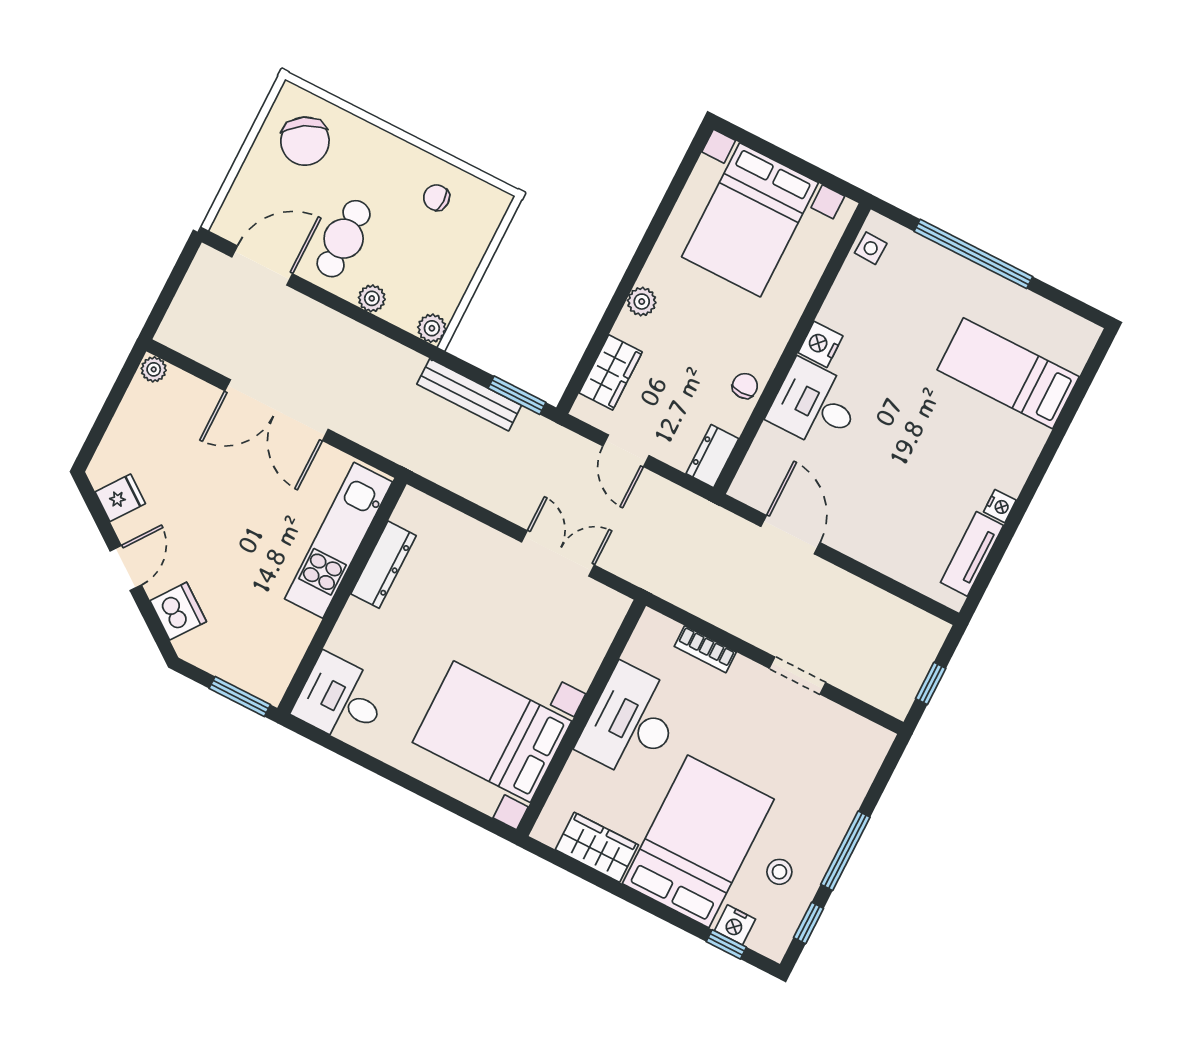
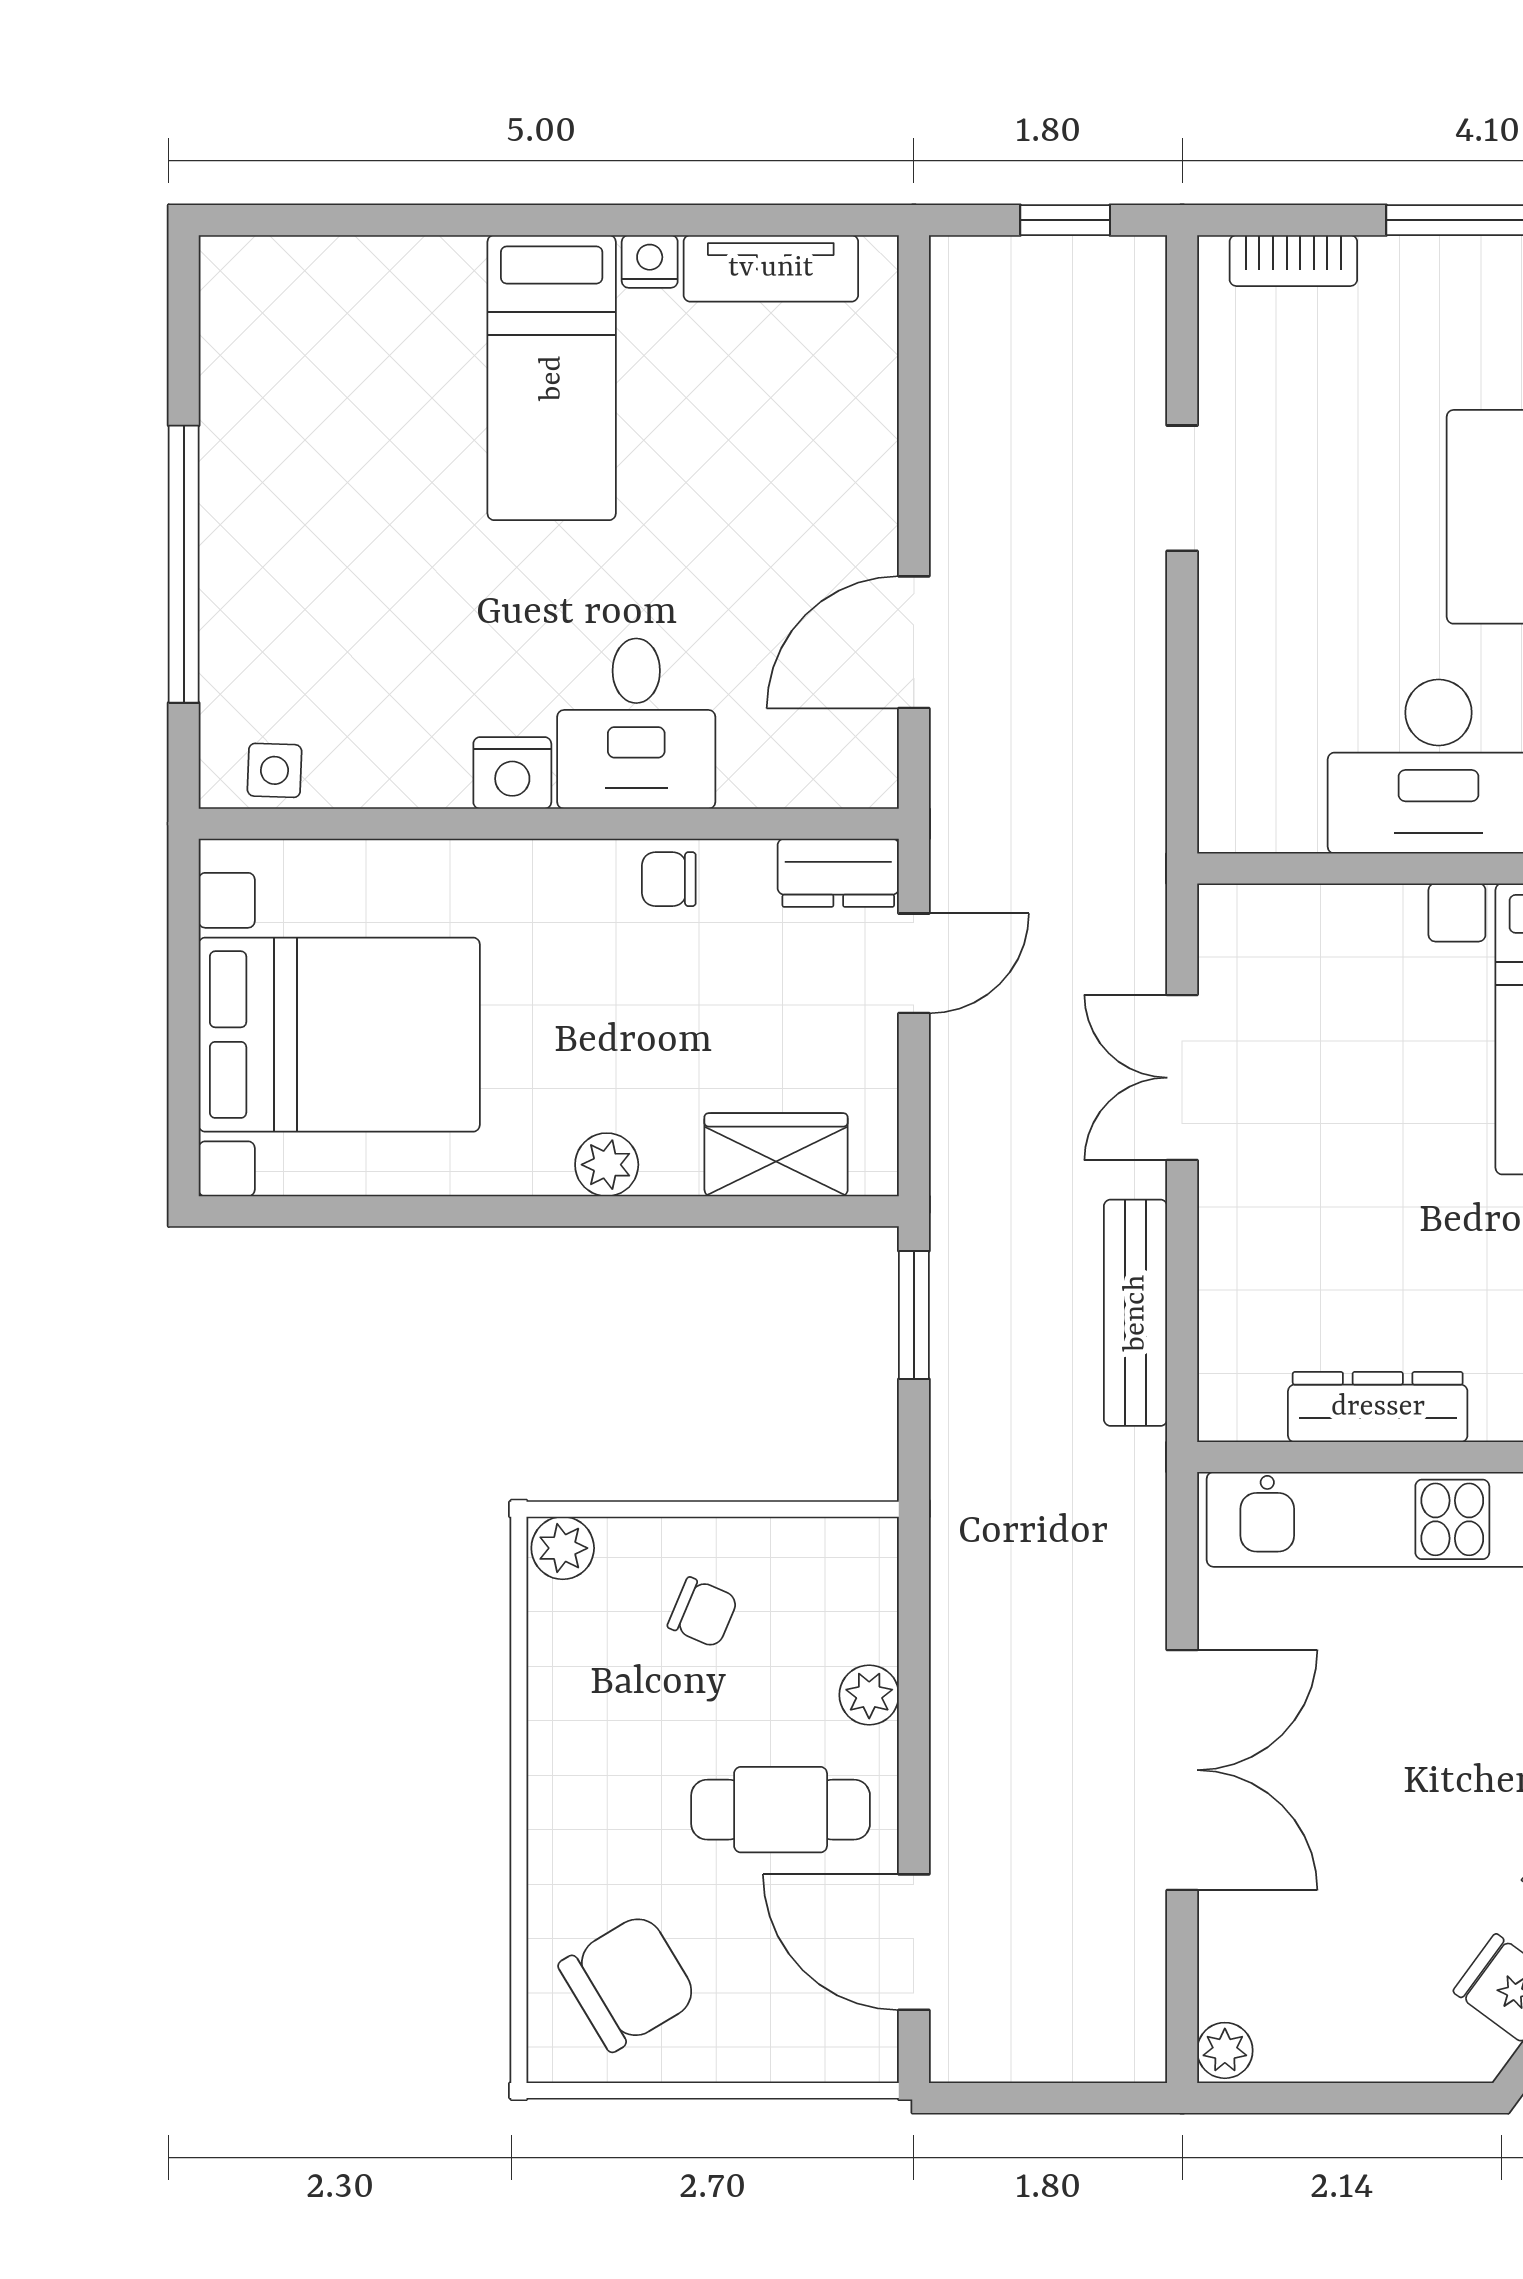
chair: (436, 198) -> (703, 1612), moved, turned -67
plant: (432, 328) -> (563, 1548), moved
bed: (1008, 373) -> (552, 378), moved
bench: (469, 395) -> (1136, 1313), moved
door: (626, 451) -> (914, 963), moved
bookcase: (705, 649) -> (1293, 261), moved, turned 90

